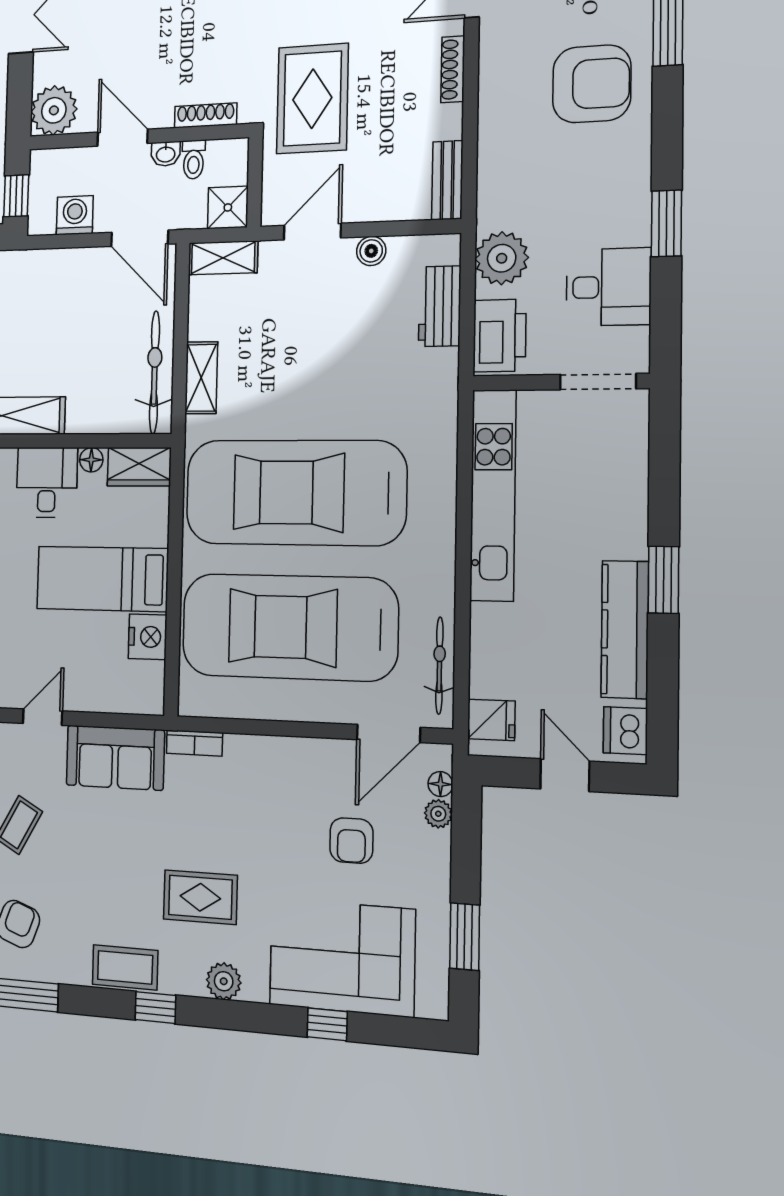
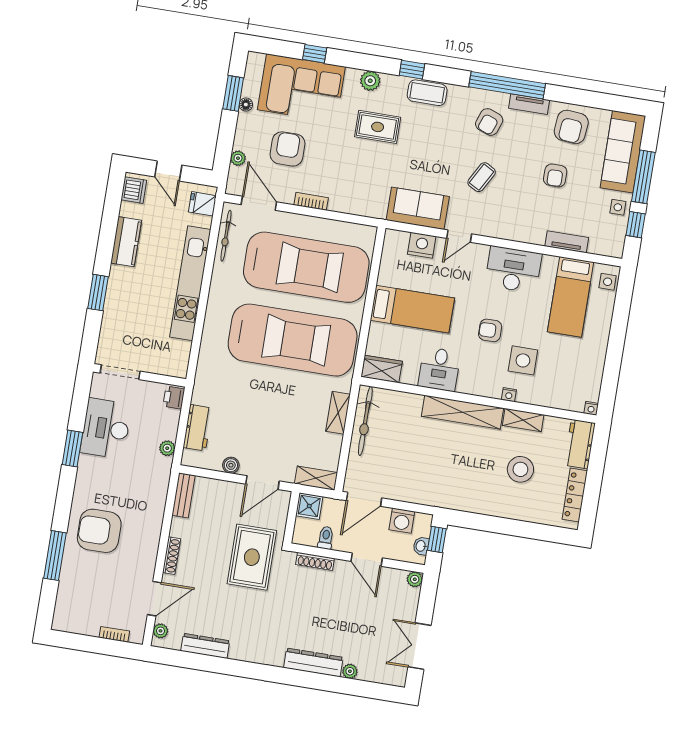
plant: (54, 110) -> (415, 579), width x0.53, depth x0.53
washbasin: (166, 154) -> (421, 546), moved, turned -90
door: (140, 238) -> (364, 499), swing flipped
plant: (502, 258) -> (167, 448), width x0.53, depth x0.53
desk: (608, 287) -> (106, 428), width x1.37
printer: (500, 336) -> (174, 398), width x0.53, depth x0.68
floor lamp: (91, 460) -> (410, 378), removed
kitchen unit: (493, 495) -> (190, 283), moved
window: (663, 580) -> (98, 293), moved
kitchen counter: (625, 629) -> (126, 242), width x0.67
nightstand: (148, 637) -> (422, 245), moved, turned 90
door: (389, 733) -> (259, 203), hinge flipped
bookcase: (194, 743) -> (311, 201), moved
floor lamp: (440, 784) -> (246, 105), moved
armchair: (351, 841) -> (287, 149), width x1.38, depth x1.38

